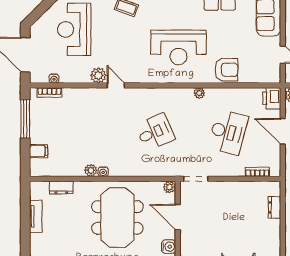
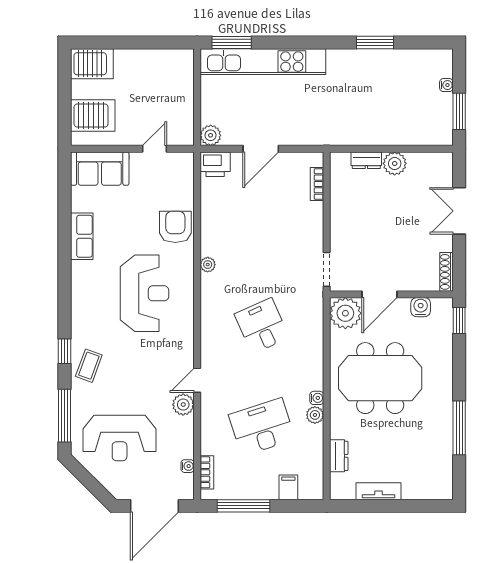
desk: (228, 132) -> (262, 427), moved, turned -33
plant: (169, 187) -> (345, 313), width x1.88, depth x1.88
plant: (272, 228) -> (395, 163), added

